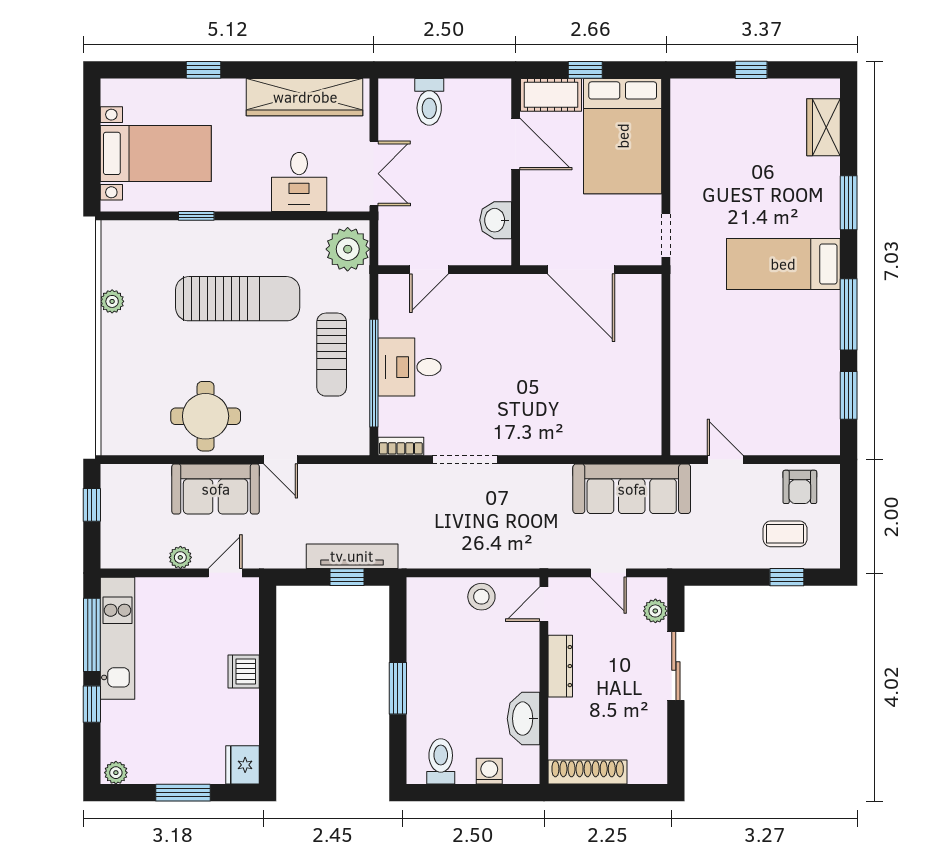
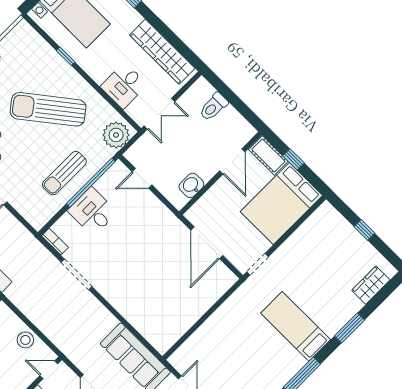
sun lounger: (238, 299) -> (48, 109), turned 142
window: (374, 373) -> (91, 183), moved

